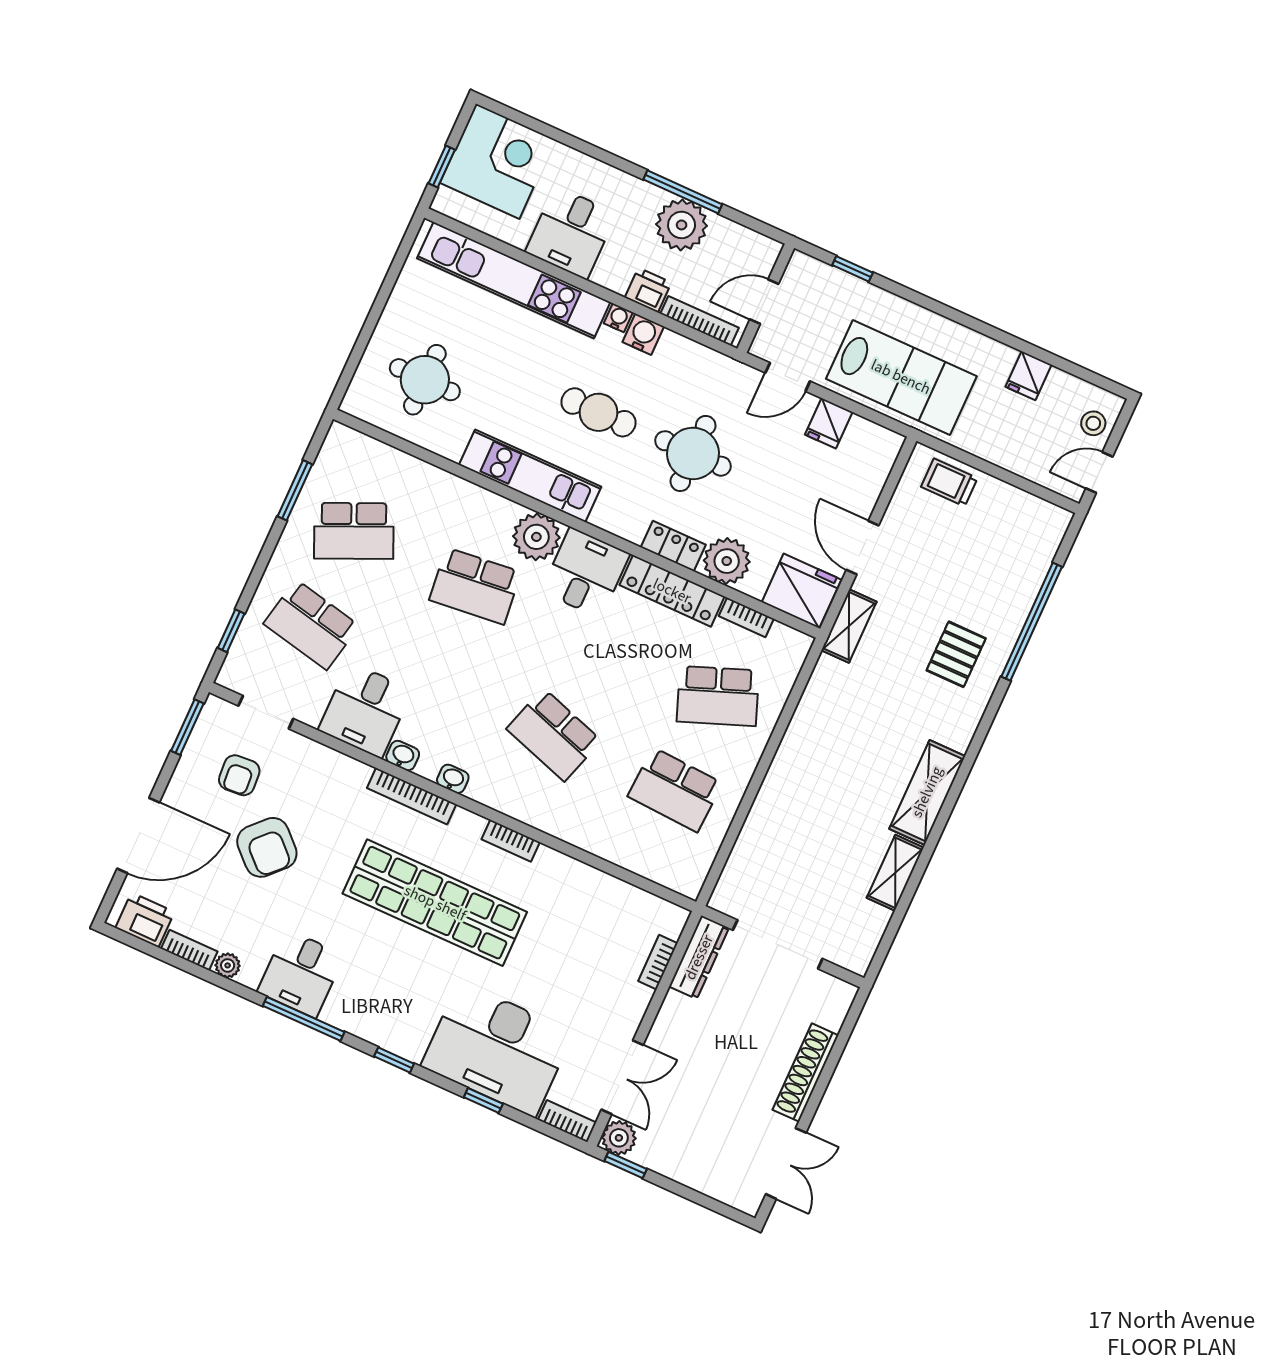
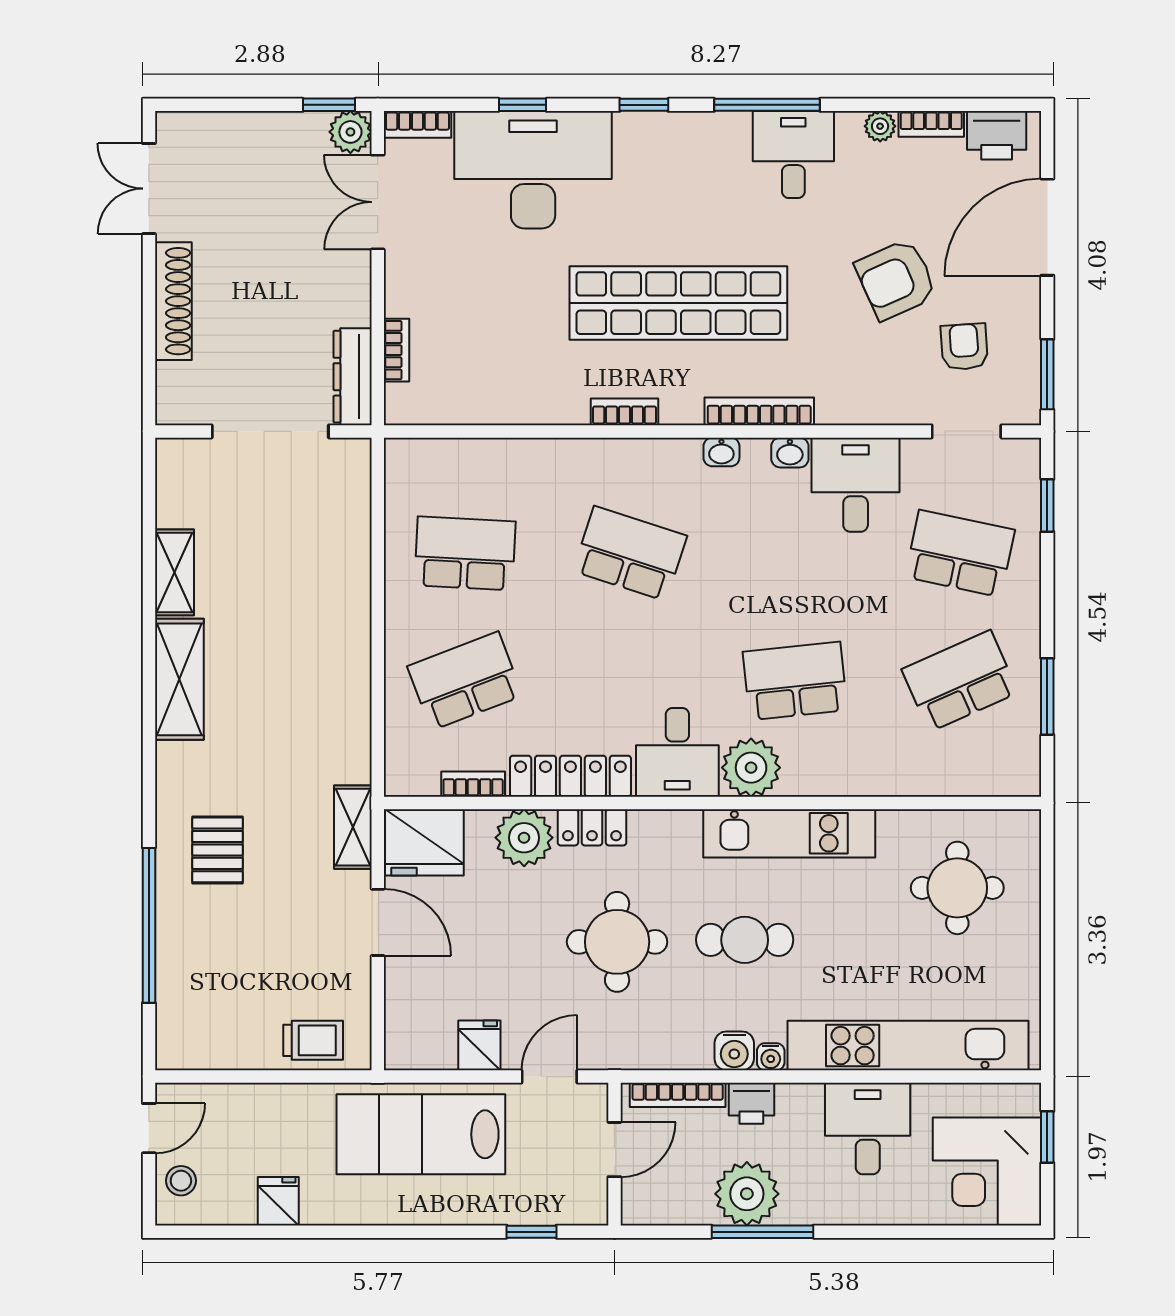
armchair: (267, 847) -> (896, 279), turned -68

